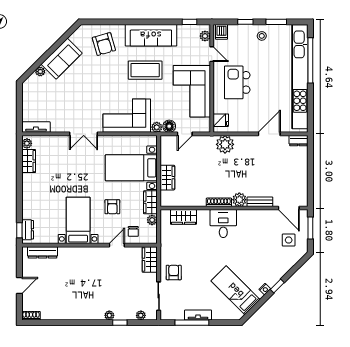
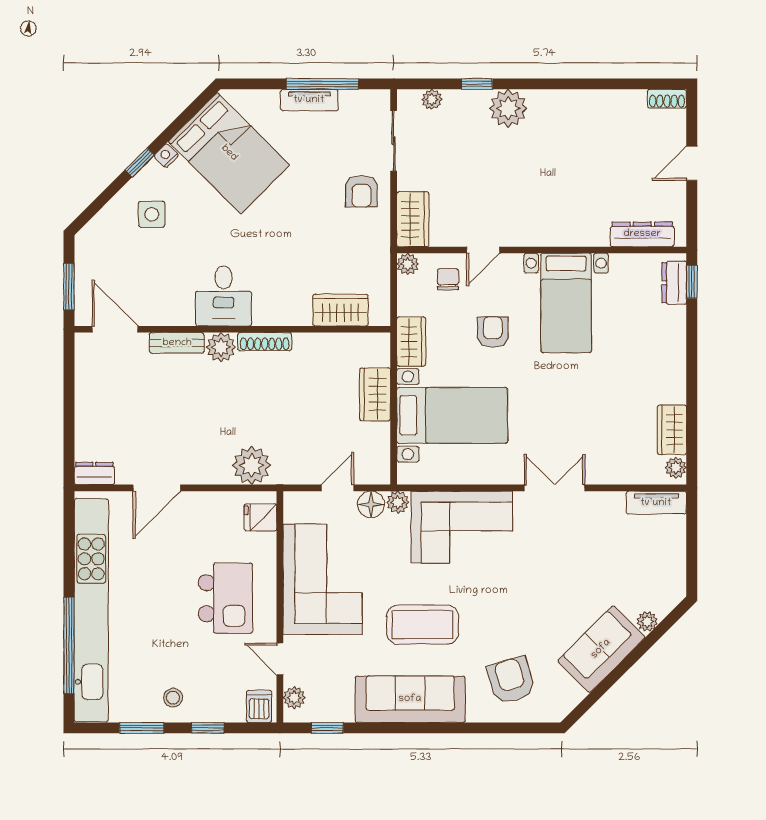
plant: (152, 220) -> (408, 264), moved
desk: (223, 224) -> (224, 296), moved
side table: (289, 240) -> (152, 214), moved
bed: (236, 290) -> (229, 153), width x1.50
plant: (109, 315) -> (508, 108), width x1.88, depth x1.88

